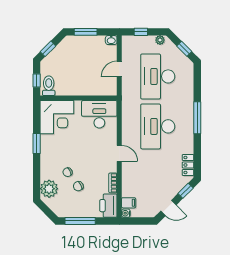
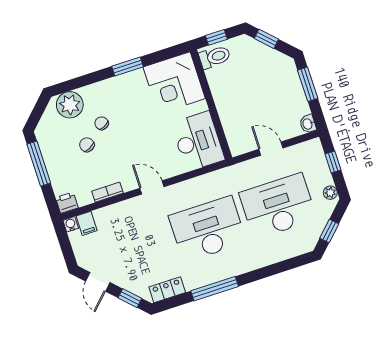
window: (197, 118) -> (215, 289), moved
door: (119, 153) -> (152, 187), swing flipped
printer: (108, 206) -> (67, 203), width x0.53, depth x0.68

